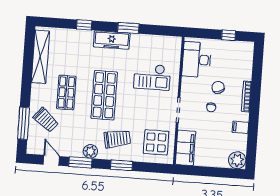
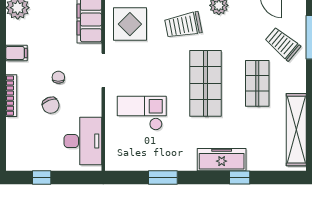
window: (128, 28) -> (163, 177), moved
freezer: (112, 40) -> (222, 160), moved

